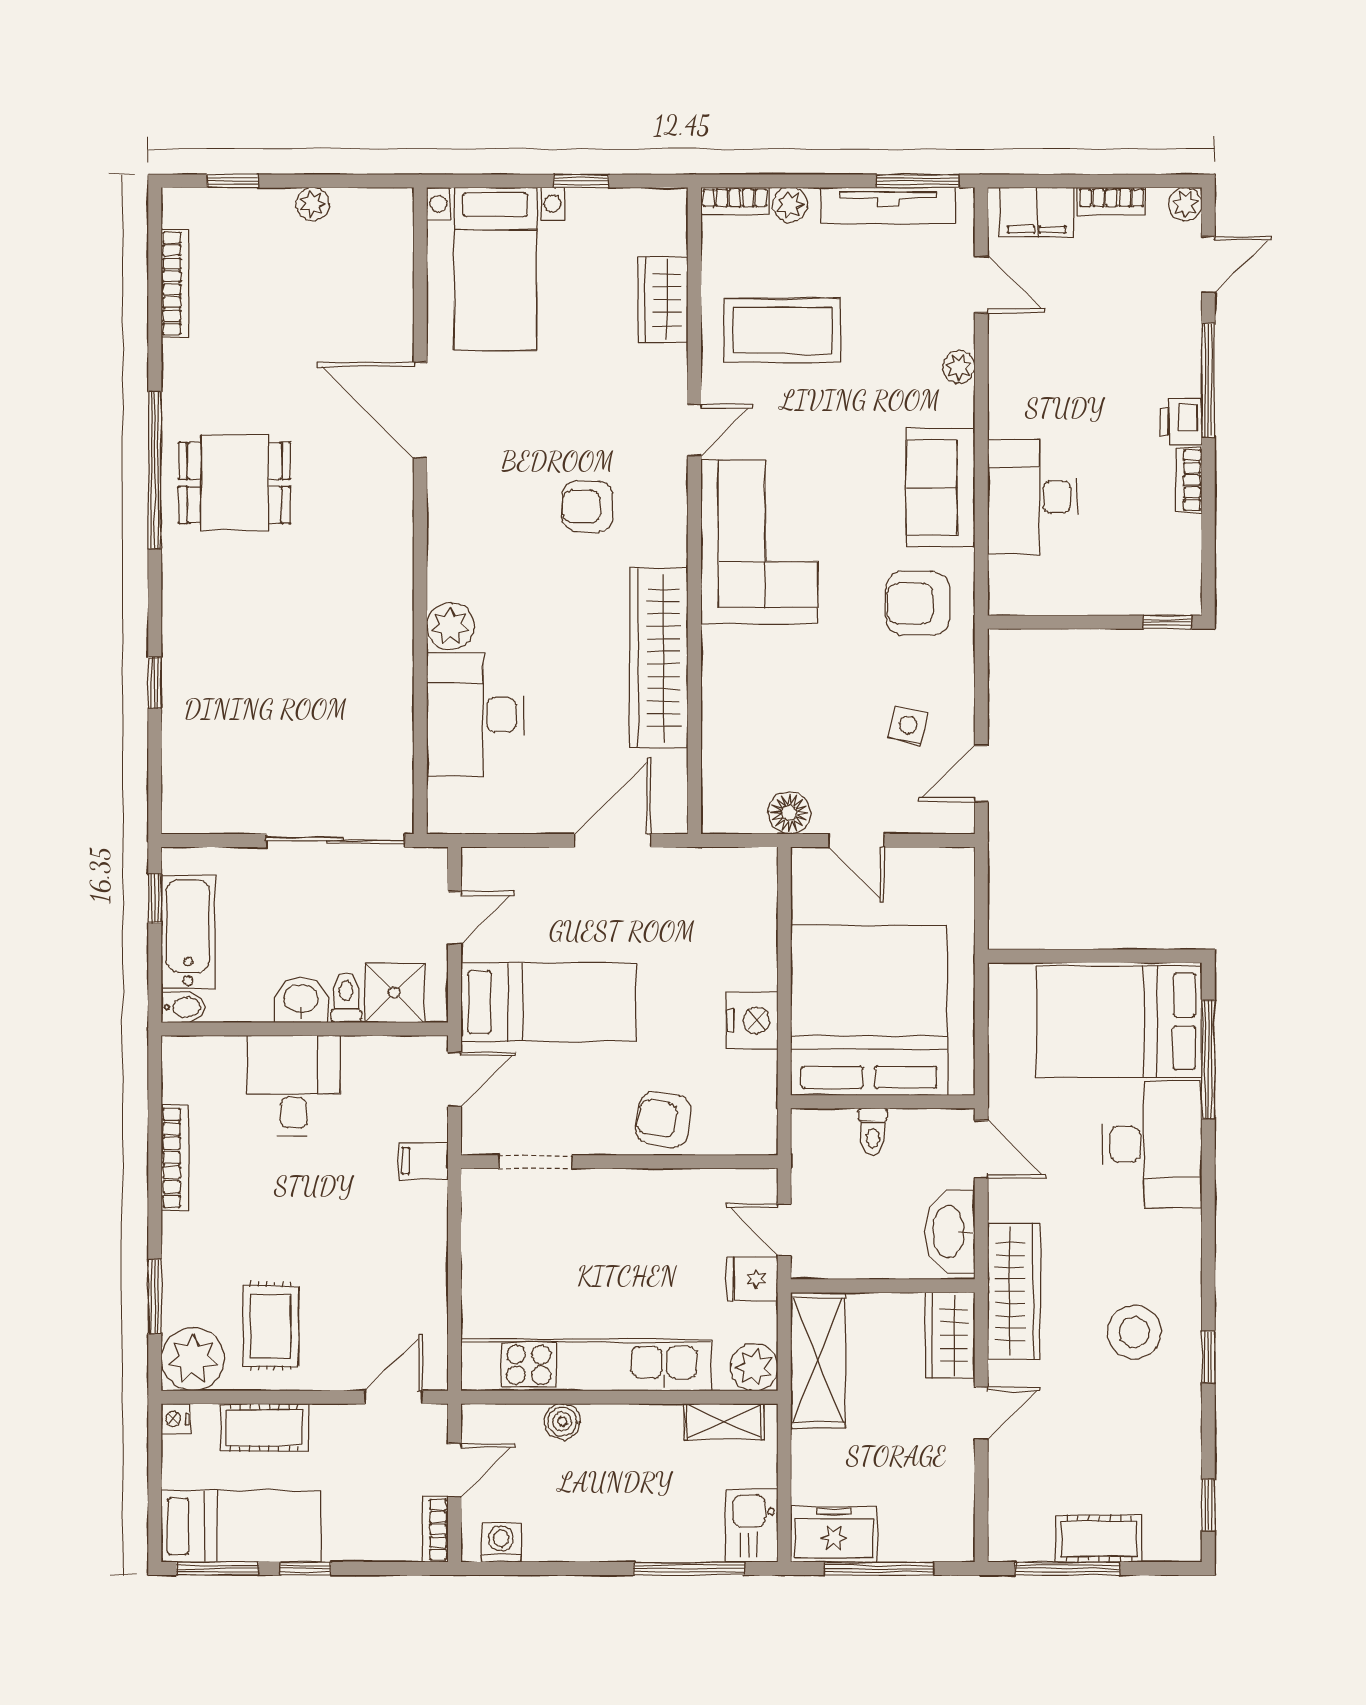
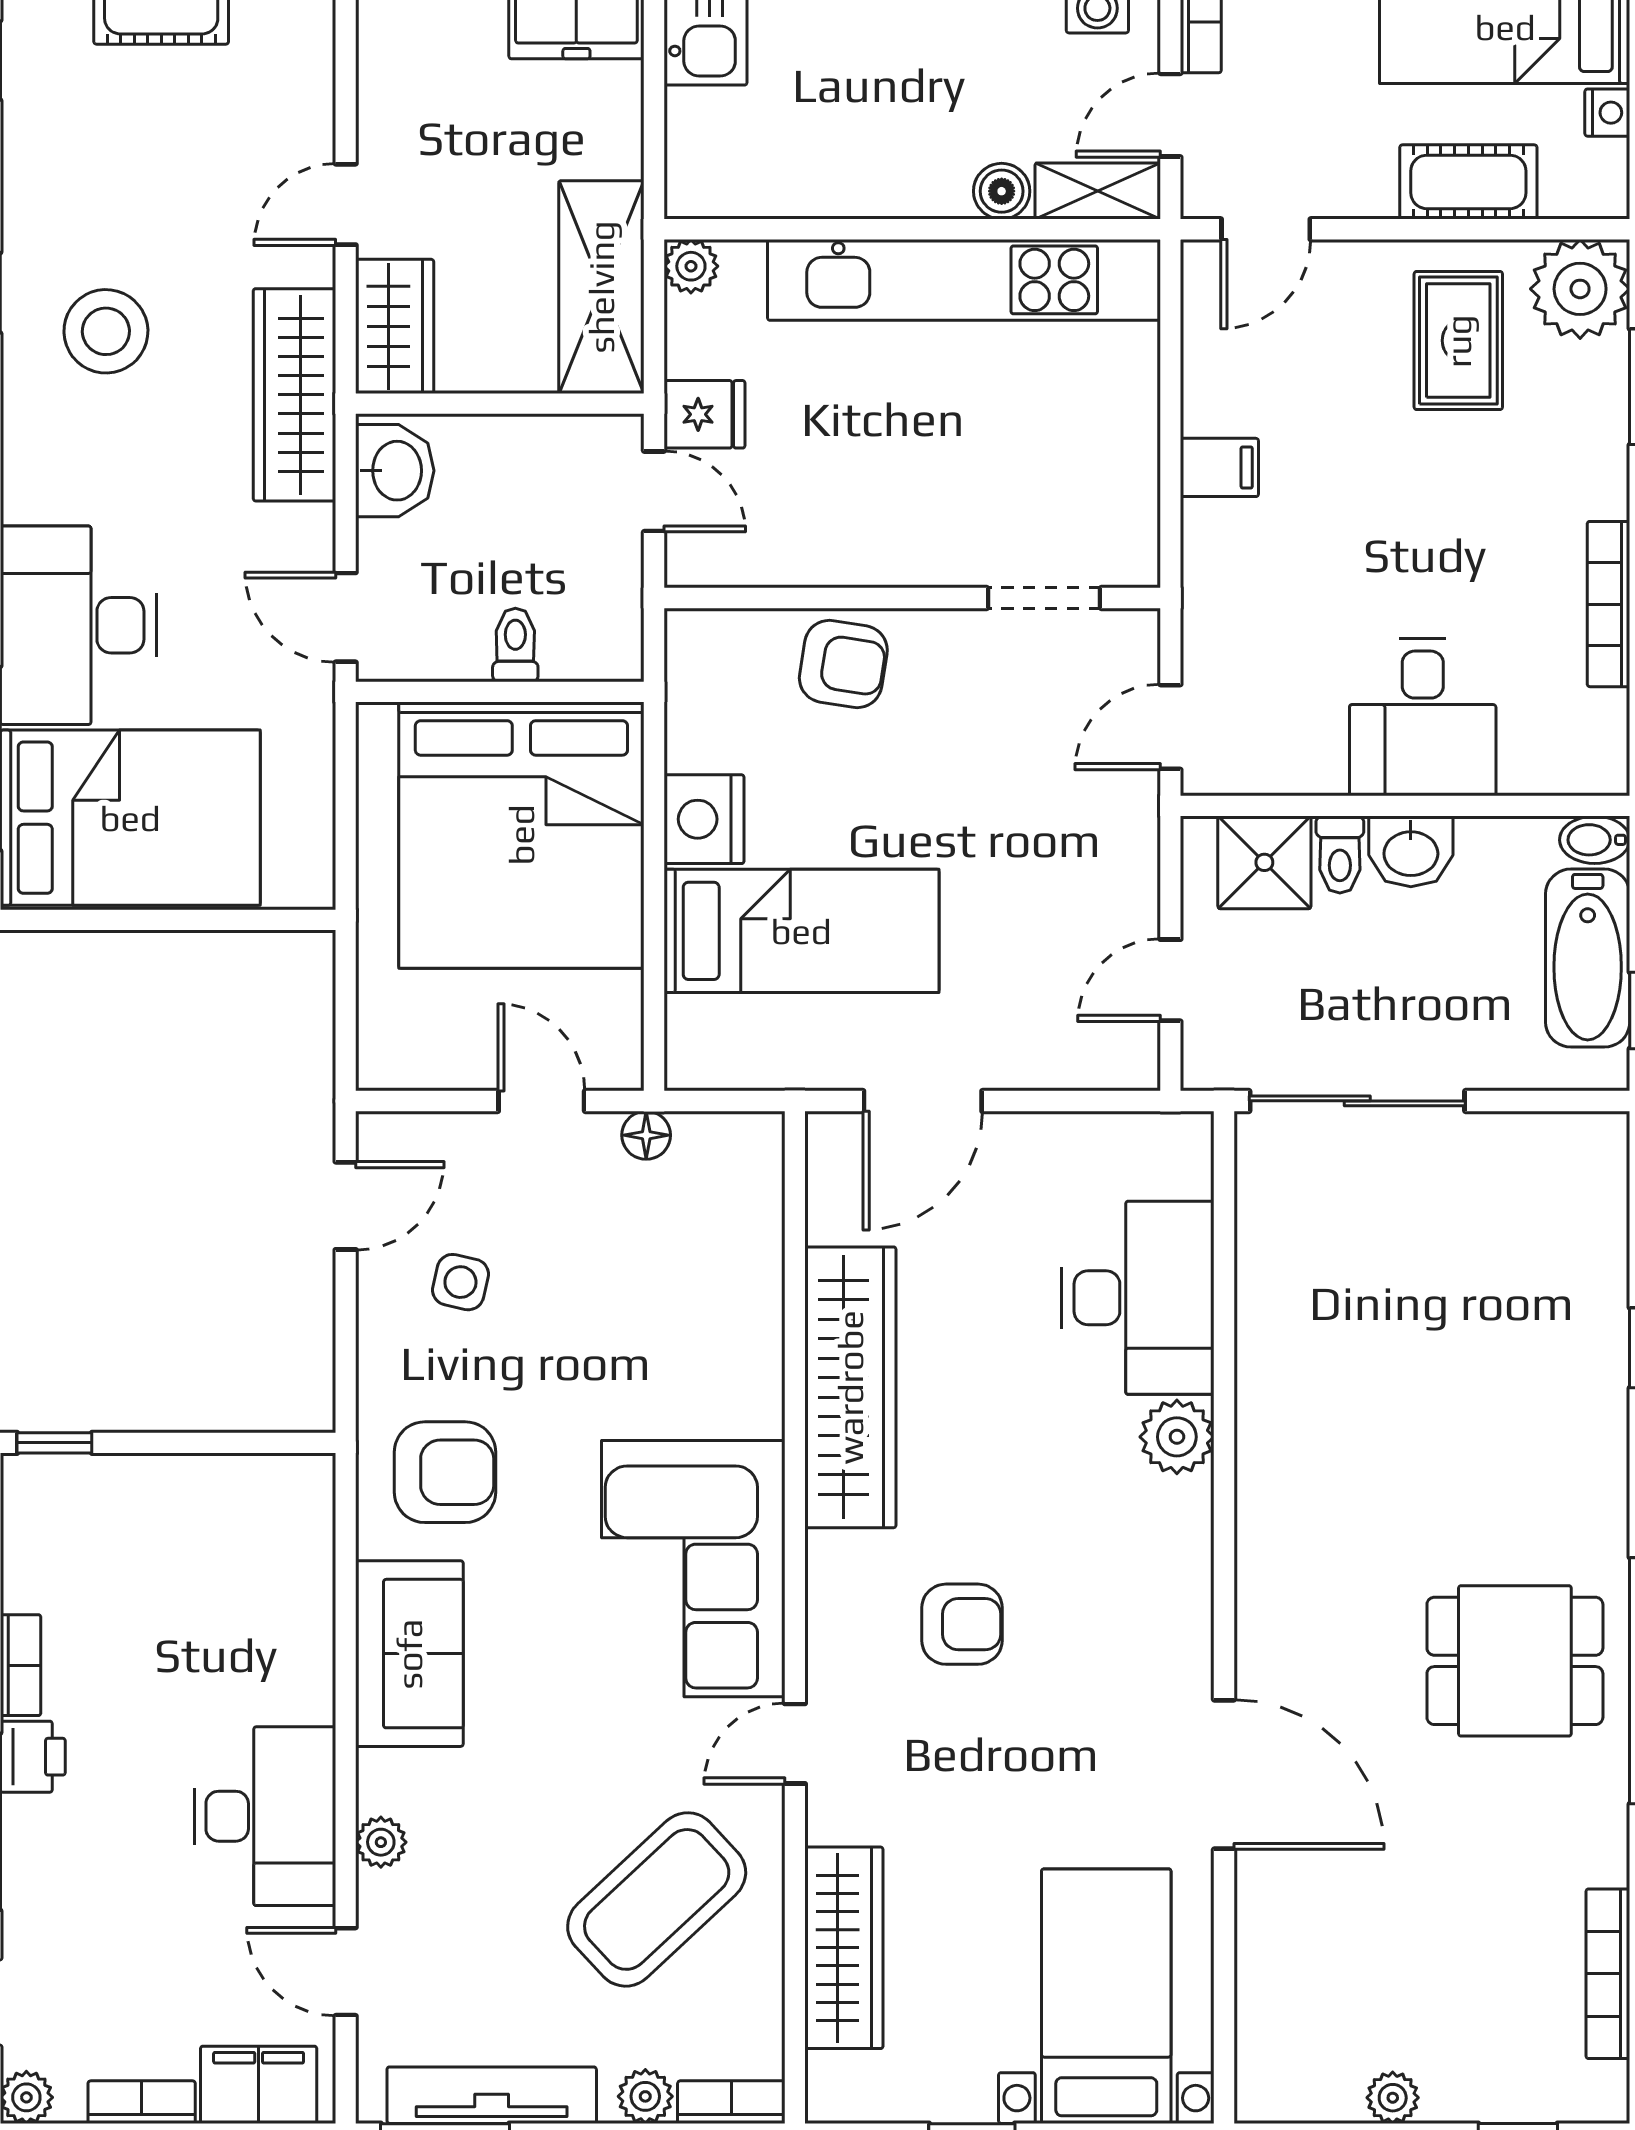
wardrobe: (663, 300) -> (844, 1948), width x1.50
coffee table: (783, 331) -> (657, 1899), turned -43
desk: (1033, 497) -> (265, 1816), moved
floor lamp: (789, 813) -> (646, 1135), width x0.73, depth x0.73
bed: (549, 1002) -> (801, 931), moved, turned 180
filing cabinet: (423, 1161) -> (1219, 467), moved
washbasin: (950, 1232) -> (395, 471), width x0.72
plant: (754, 1367) -> (691, 266), width x0.73, depth x0.73
nightstand: (175, 1419) -> (1607, 113), moved
shelving: (724, 1422) -> (1098, 191), moved

